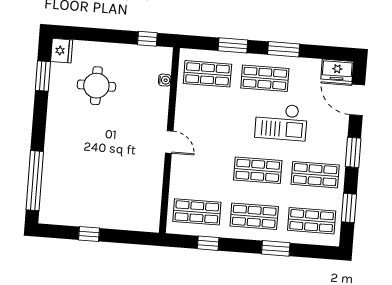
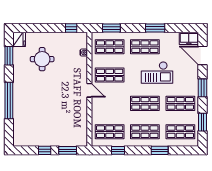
window: (233, 45) -> (111, 28), moved
shop shelf: (204, 120) -> (110, 75), added
window: (35, 181) -> (9, 101), moved
window: (126, 237) -> (68, 150), added

